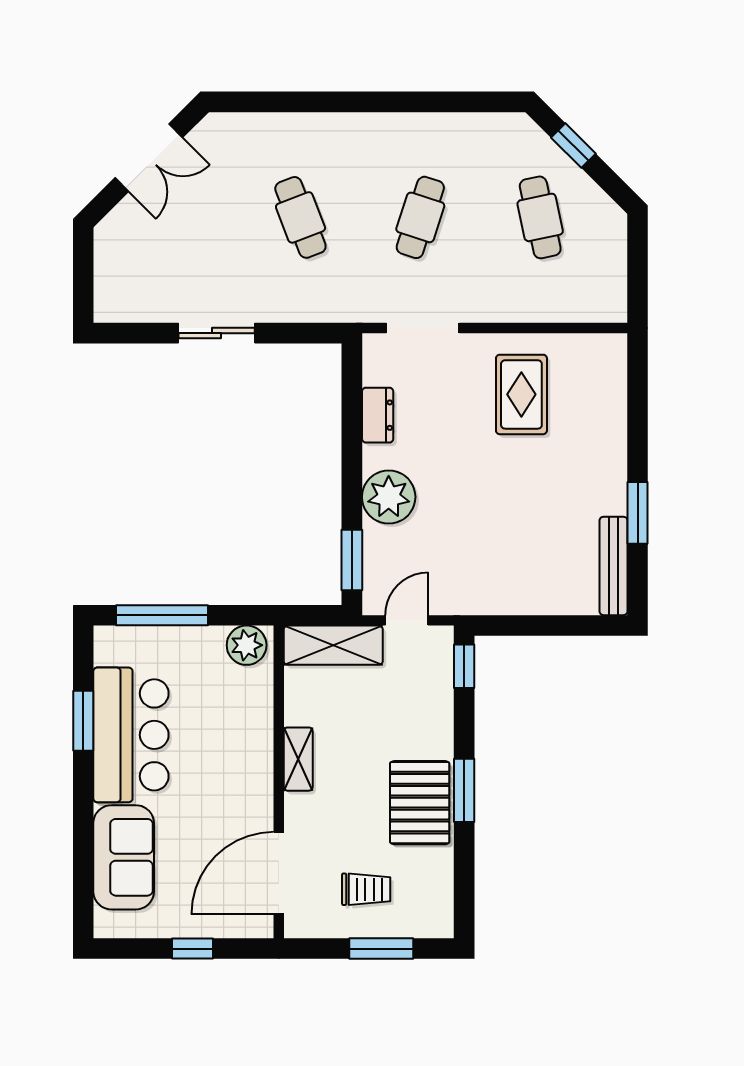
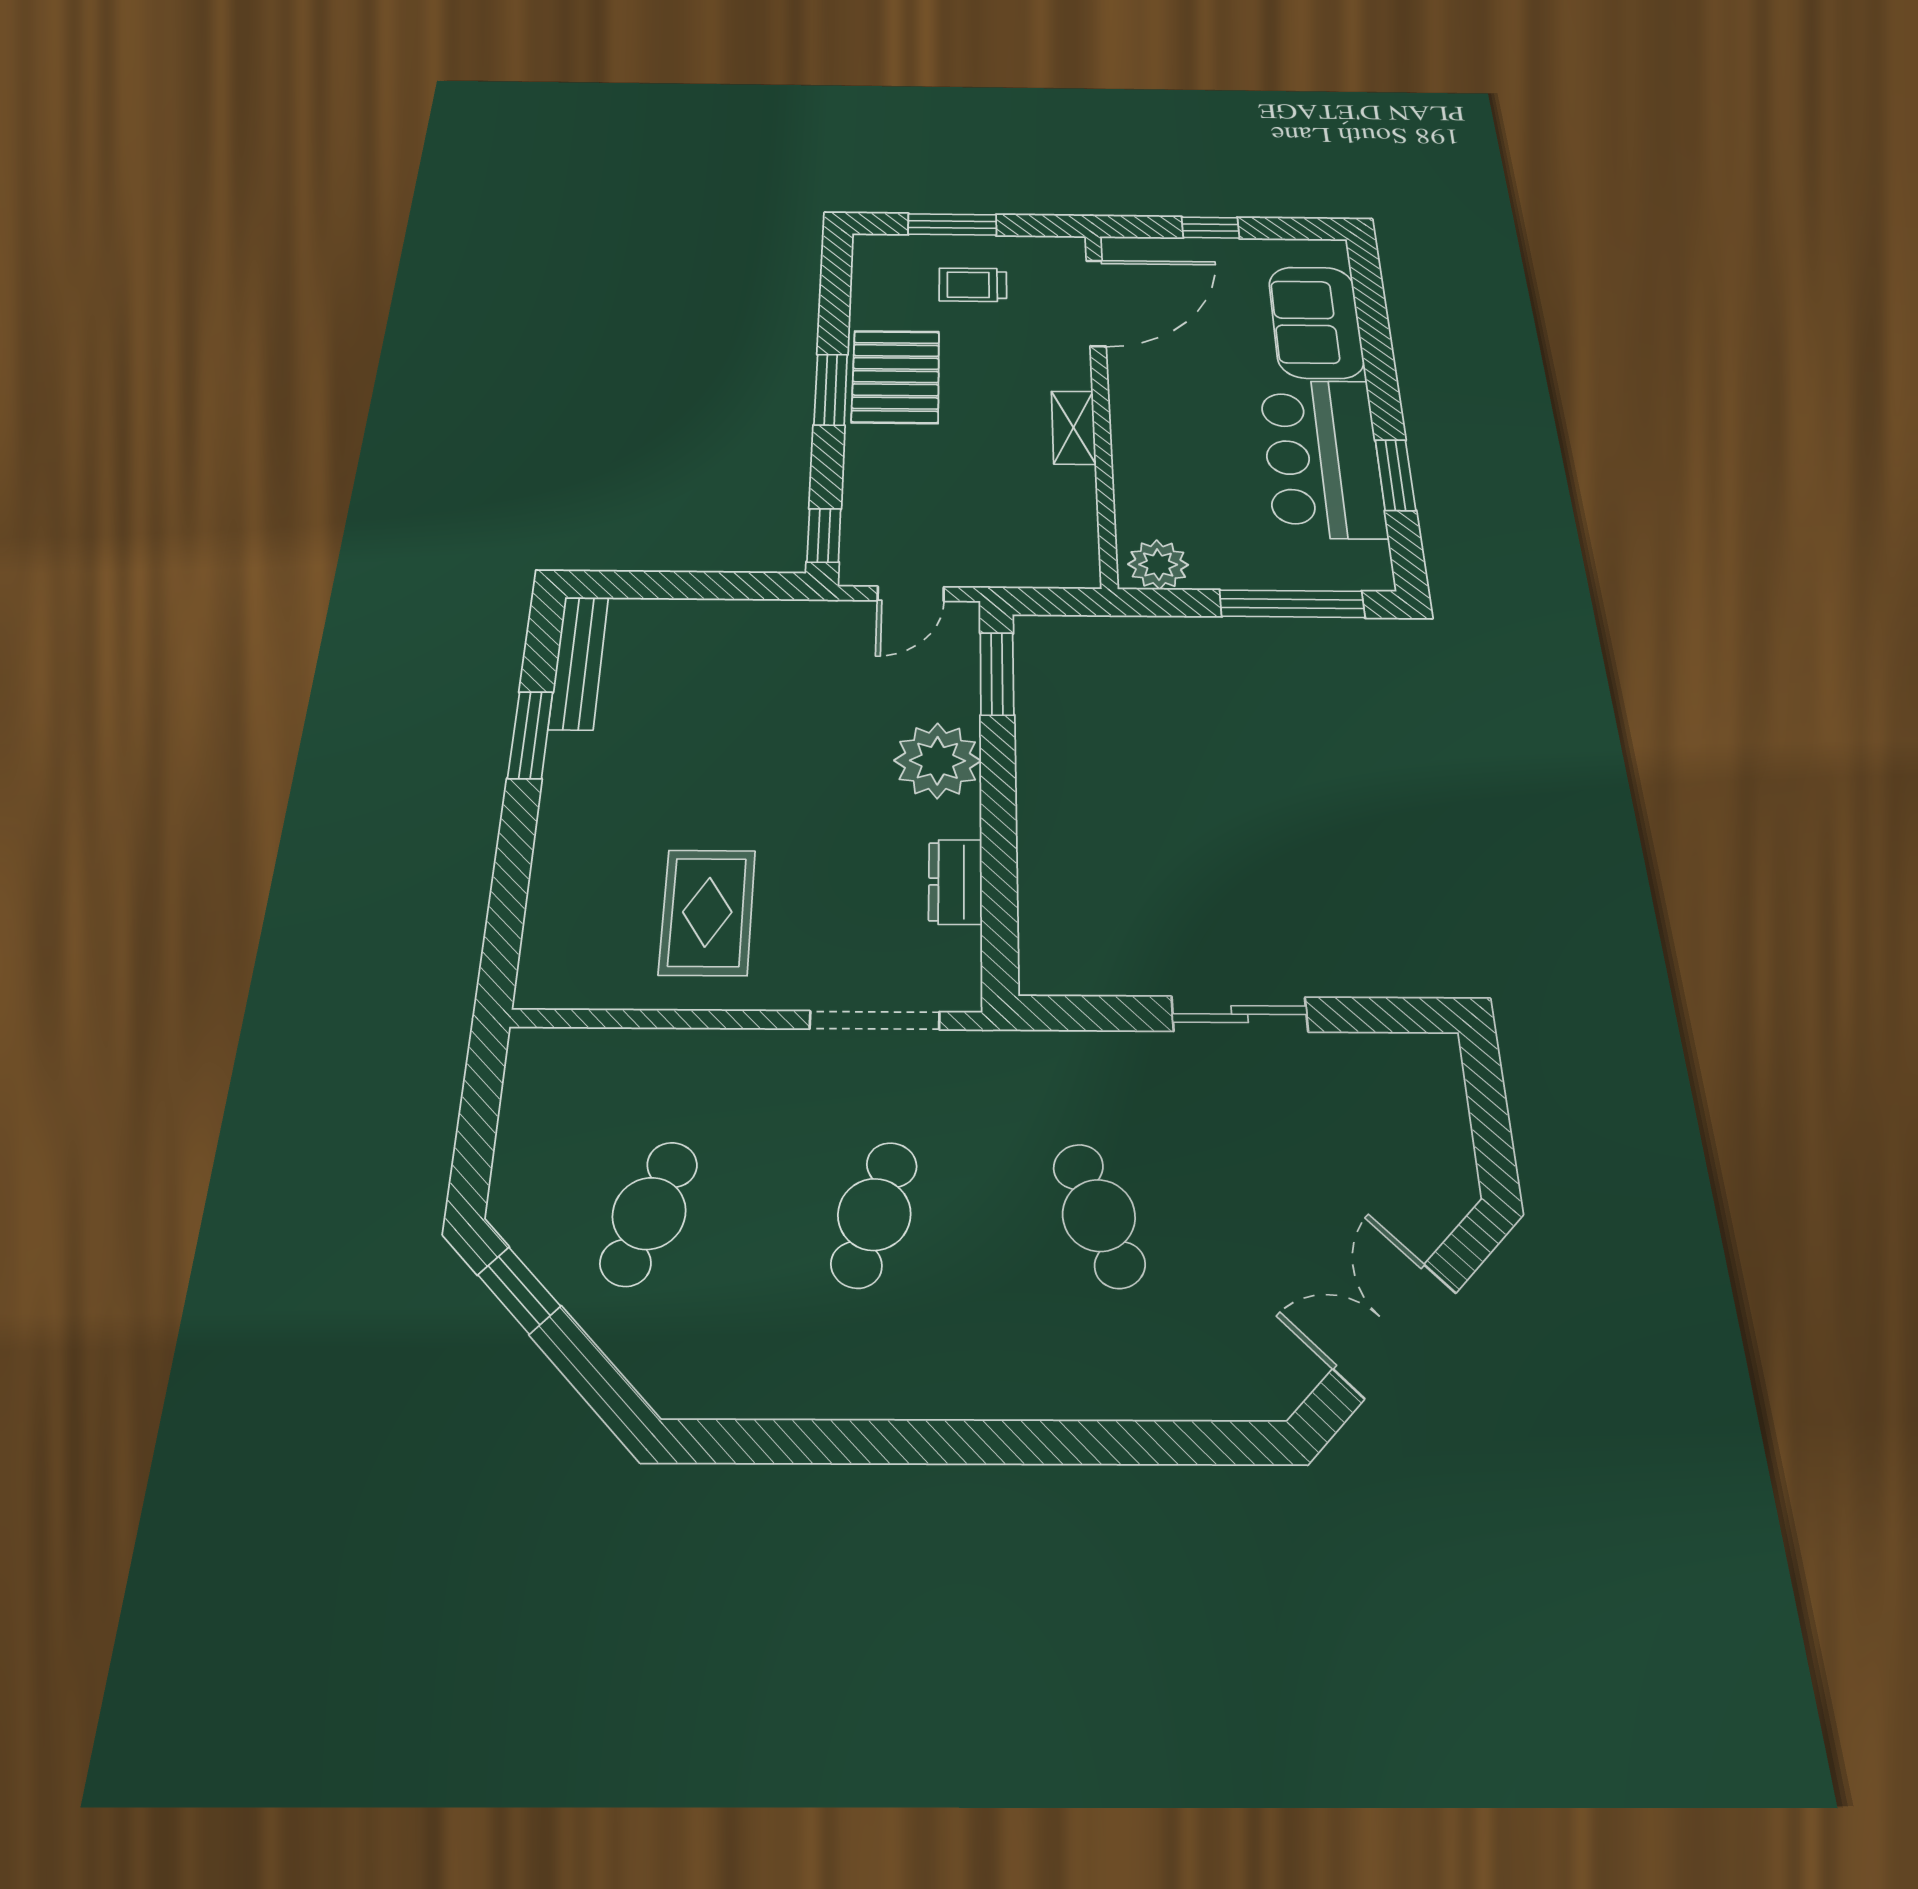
window: (573, 146) -> (519, 1290), moved
cafe table: (540, 217) -> (649, 1213), turned 33
shelving: (333, 645) -> (1025, 563), removed

